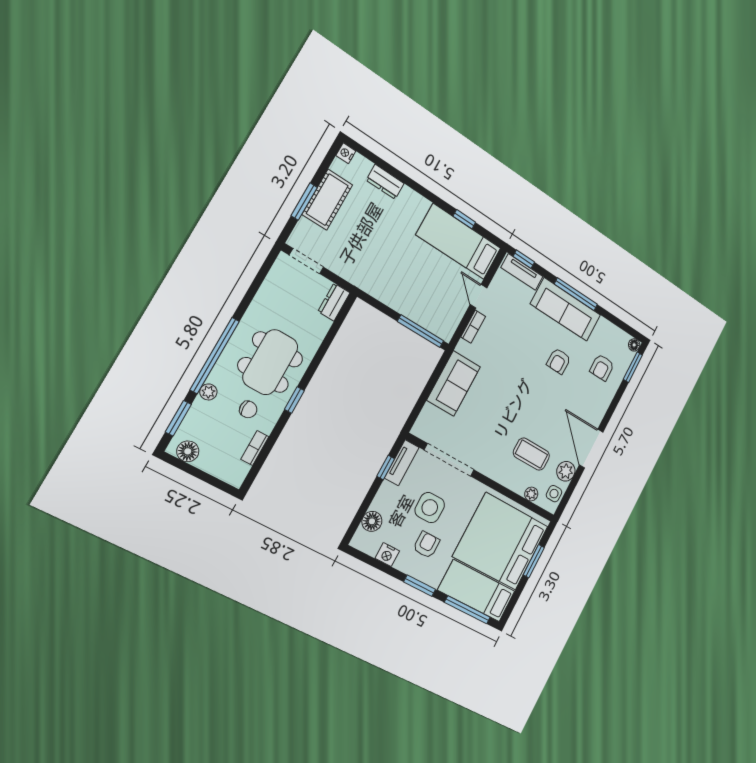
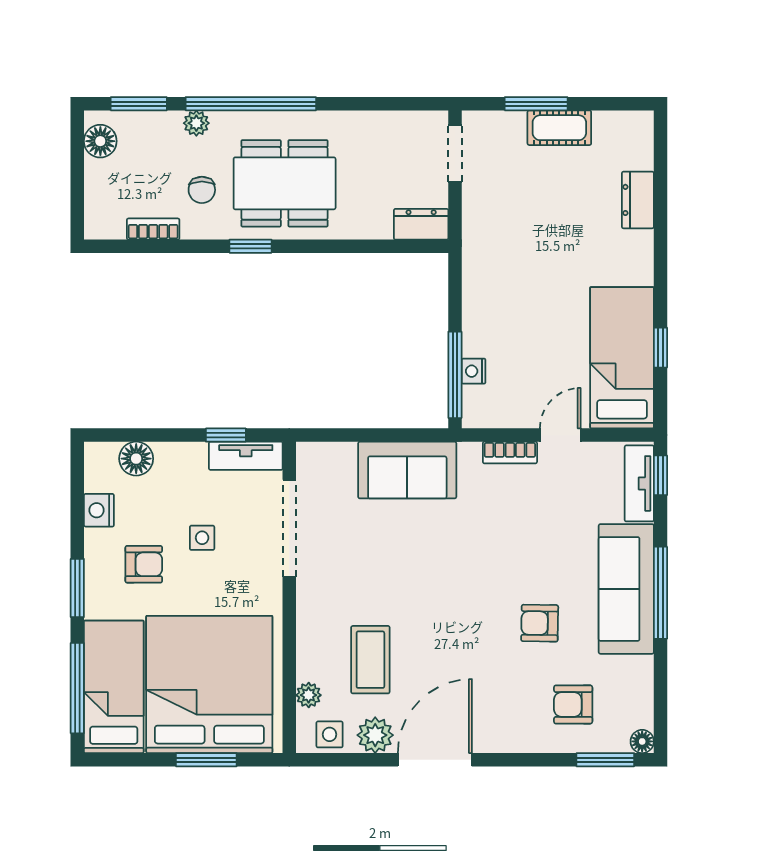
nightstand: (346, 153) -> (474, 371), moved, turned -90
cot: (327, 200) -> (559, 128), width x0.73, depth x0.75
side table: (430, 508) -> (202, 538), width x0.54, depth x0.54

